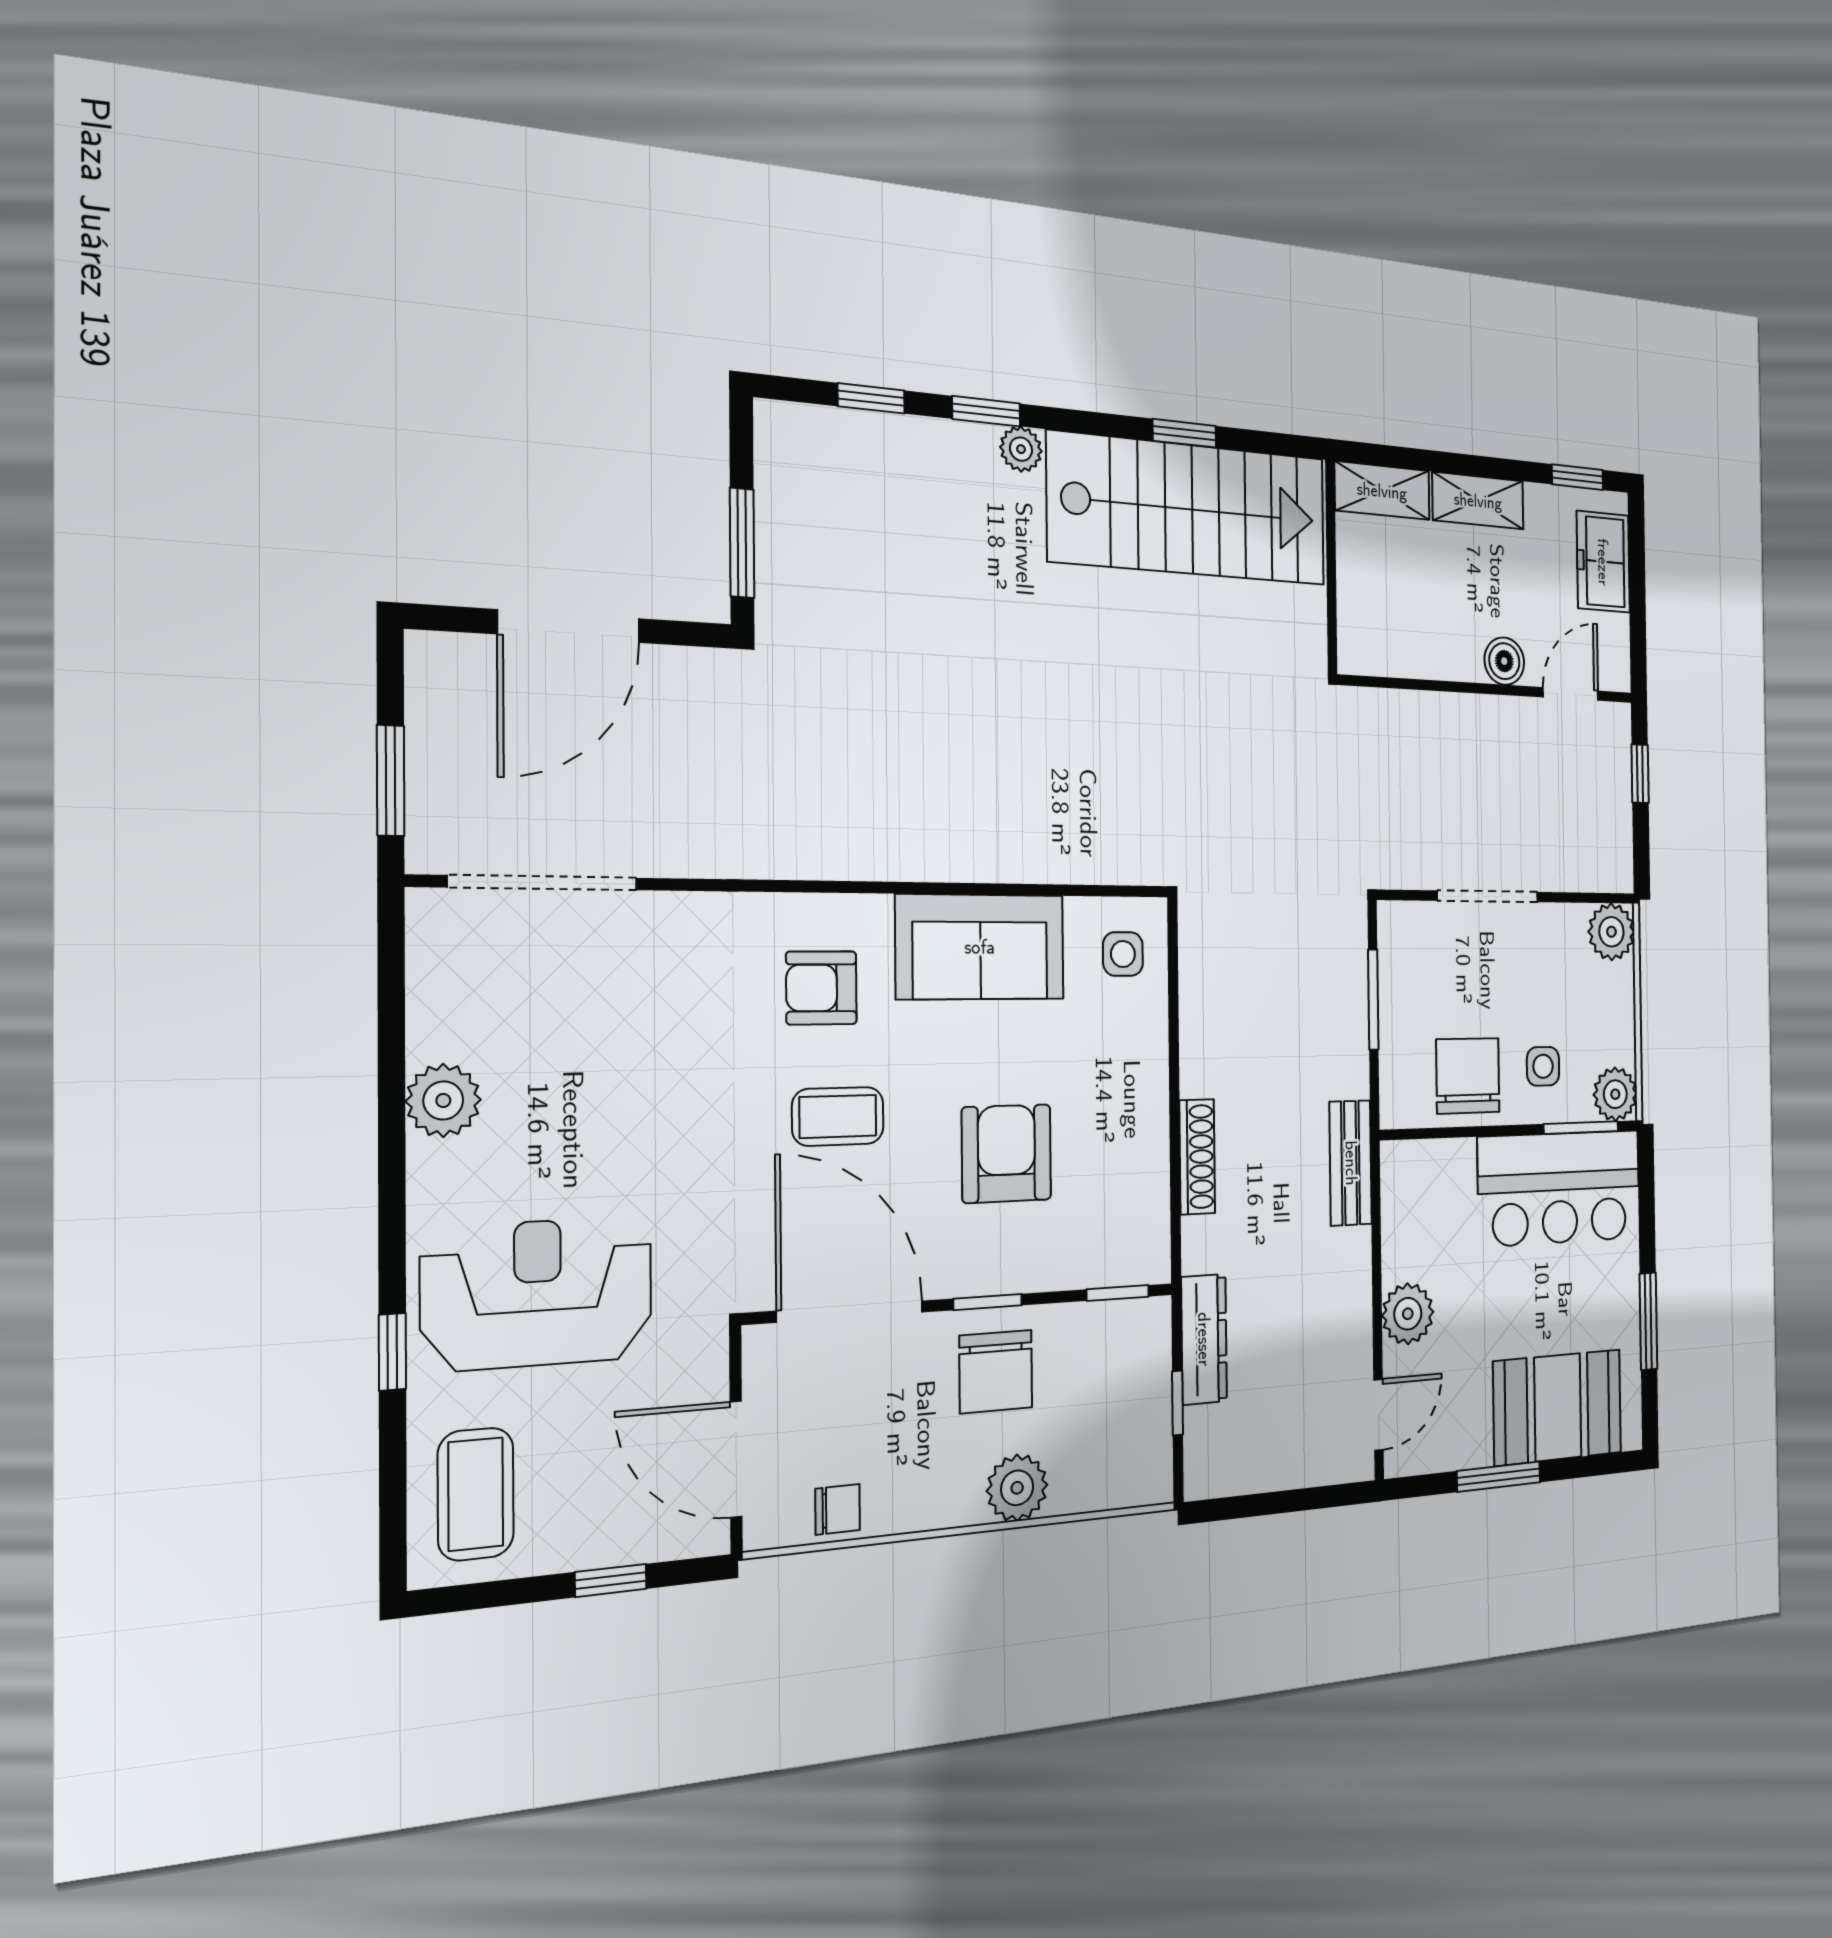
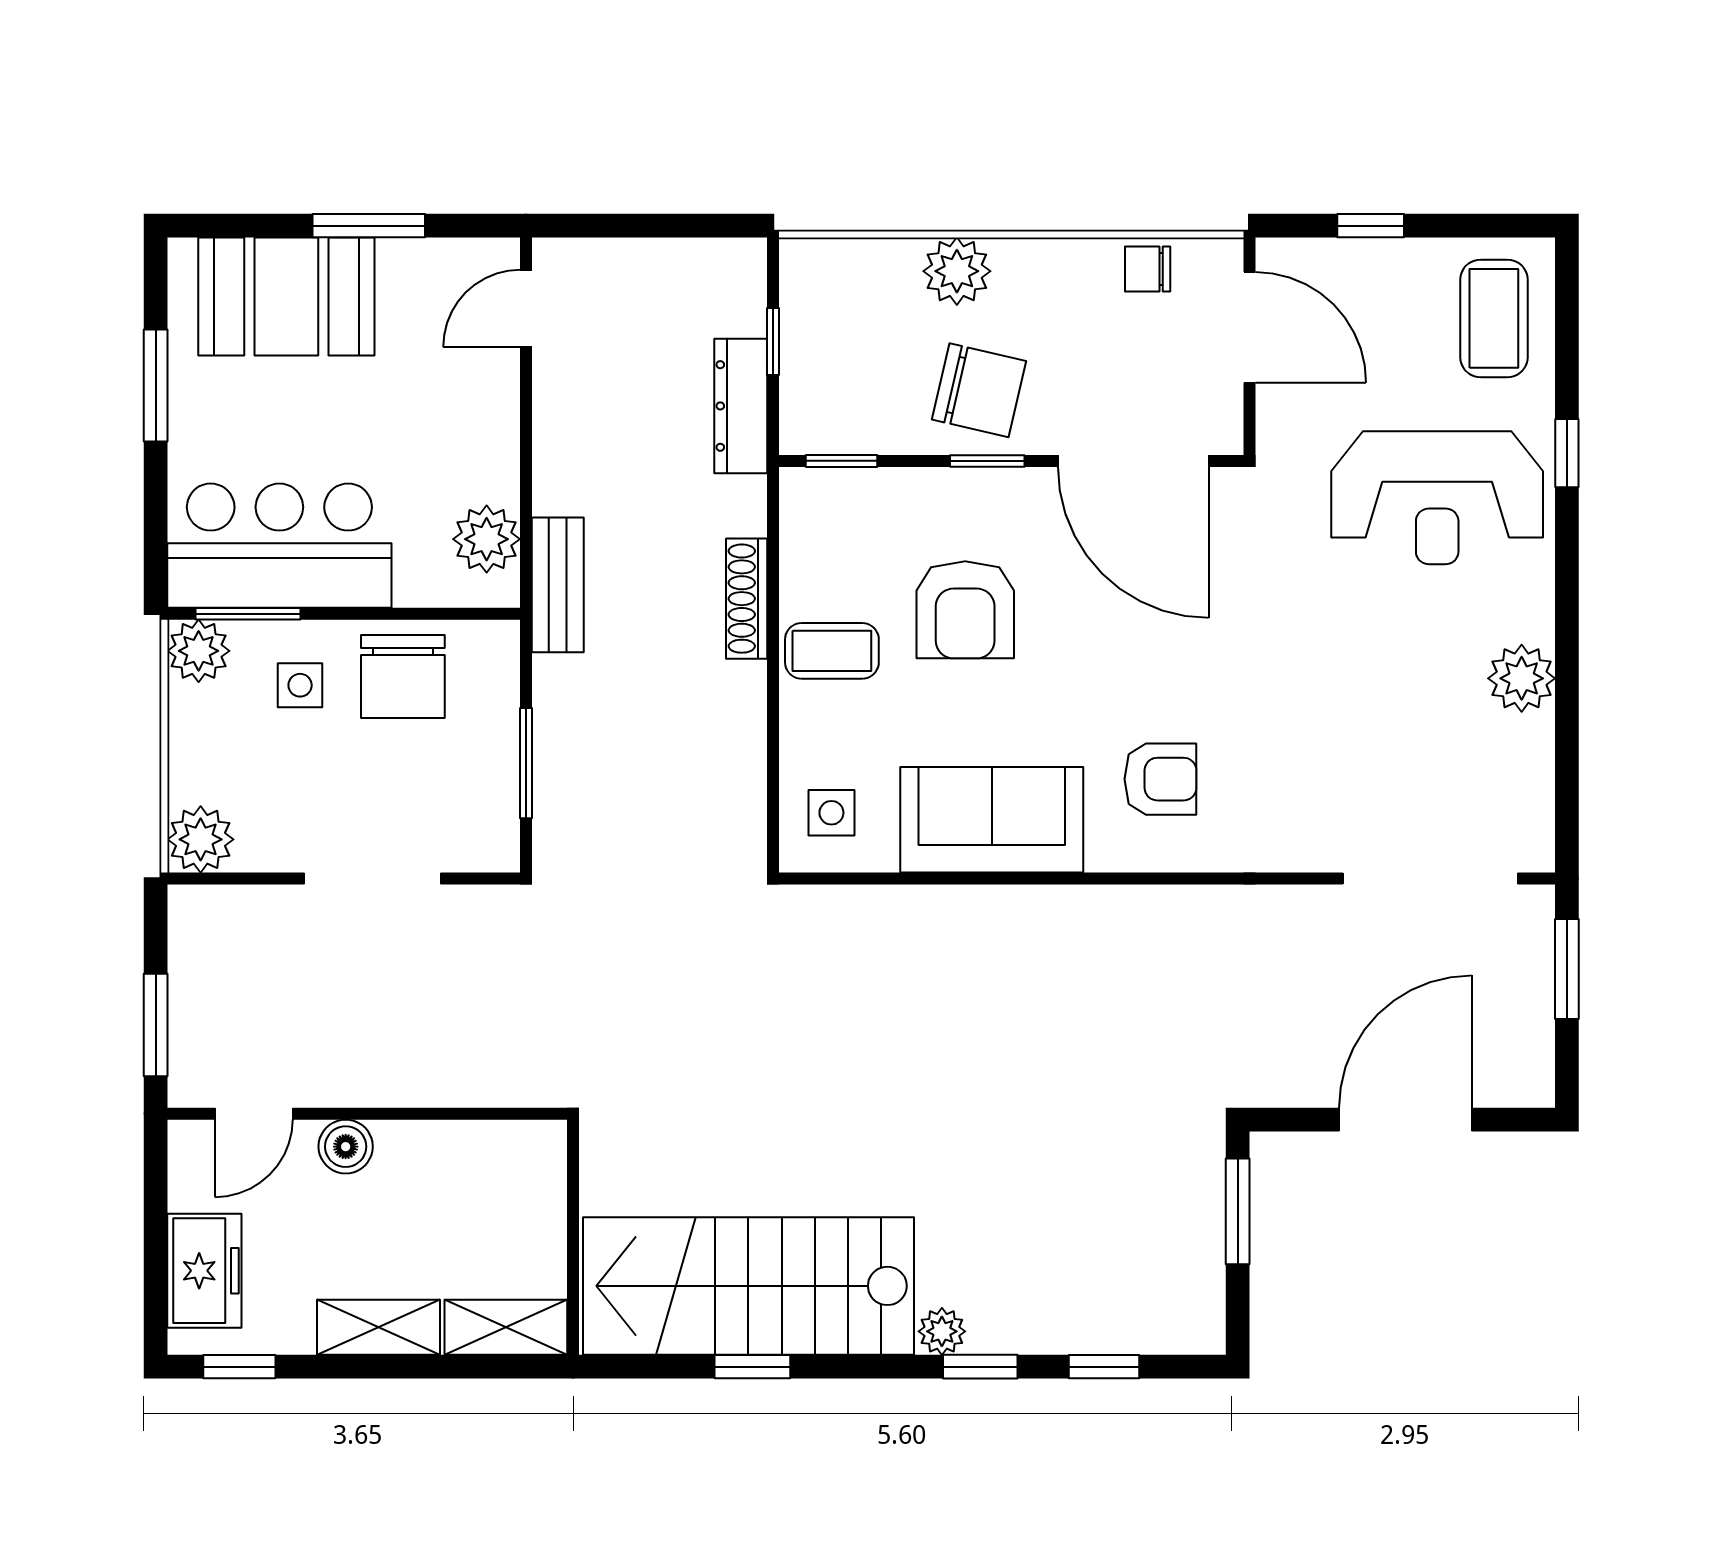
window: (1640, 774) -> (156, 1025), width x1.50
coffee table: (838, 1116) -> (832, 651), moved
plant: (1408, 1314) -> (487, 539), moved
chair: (996, 1372) -> (979, 390), turned 103

